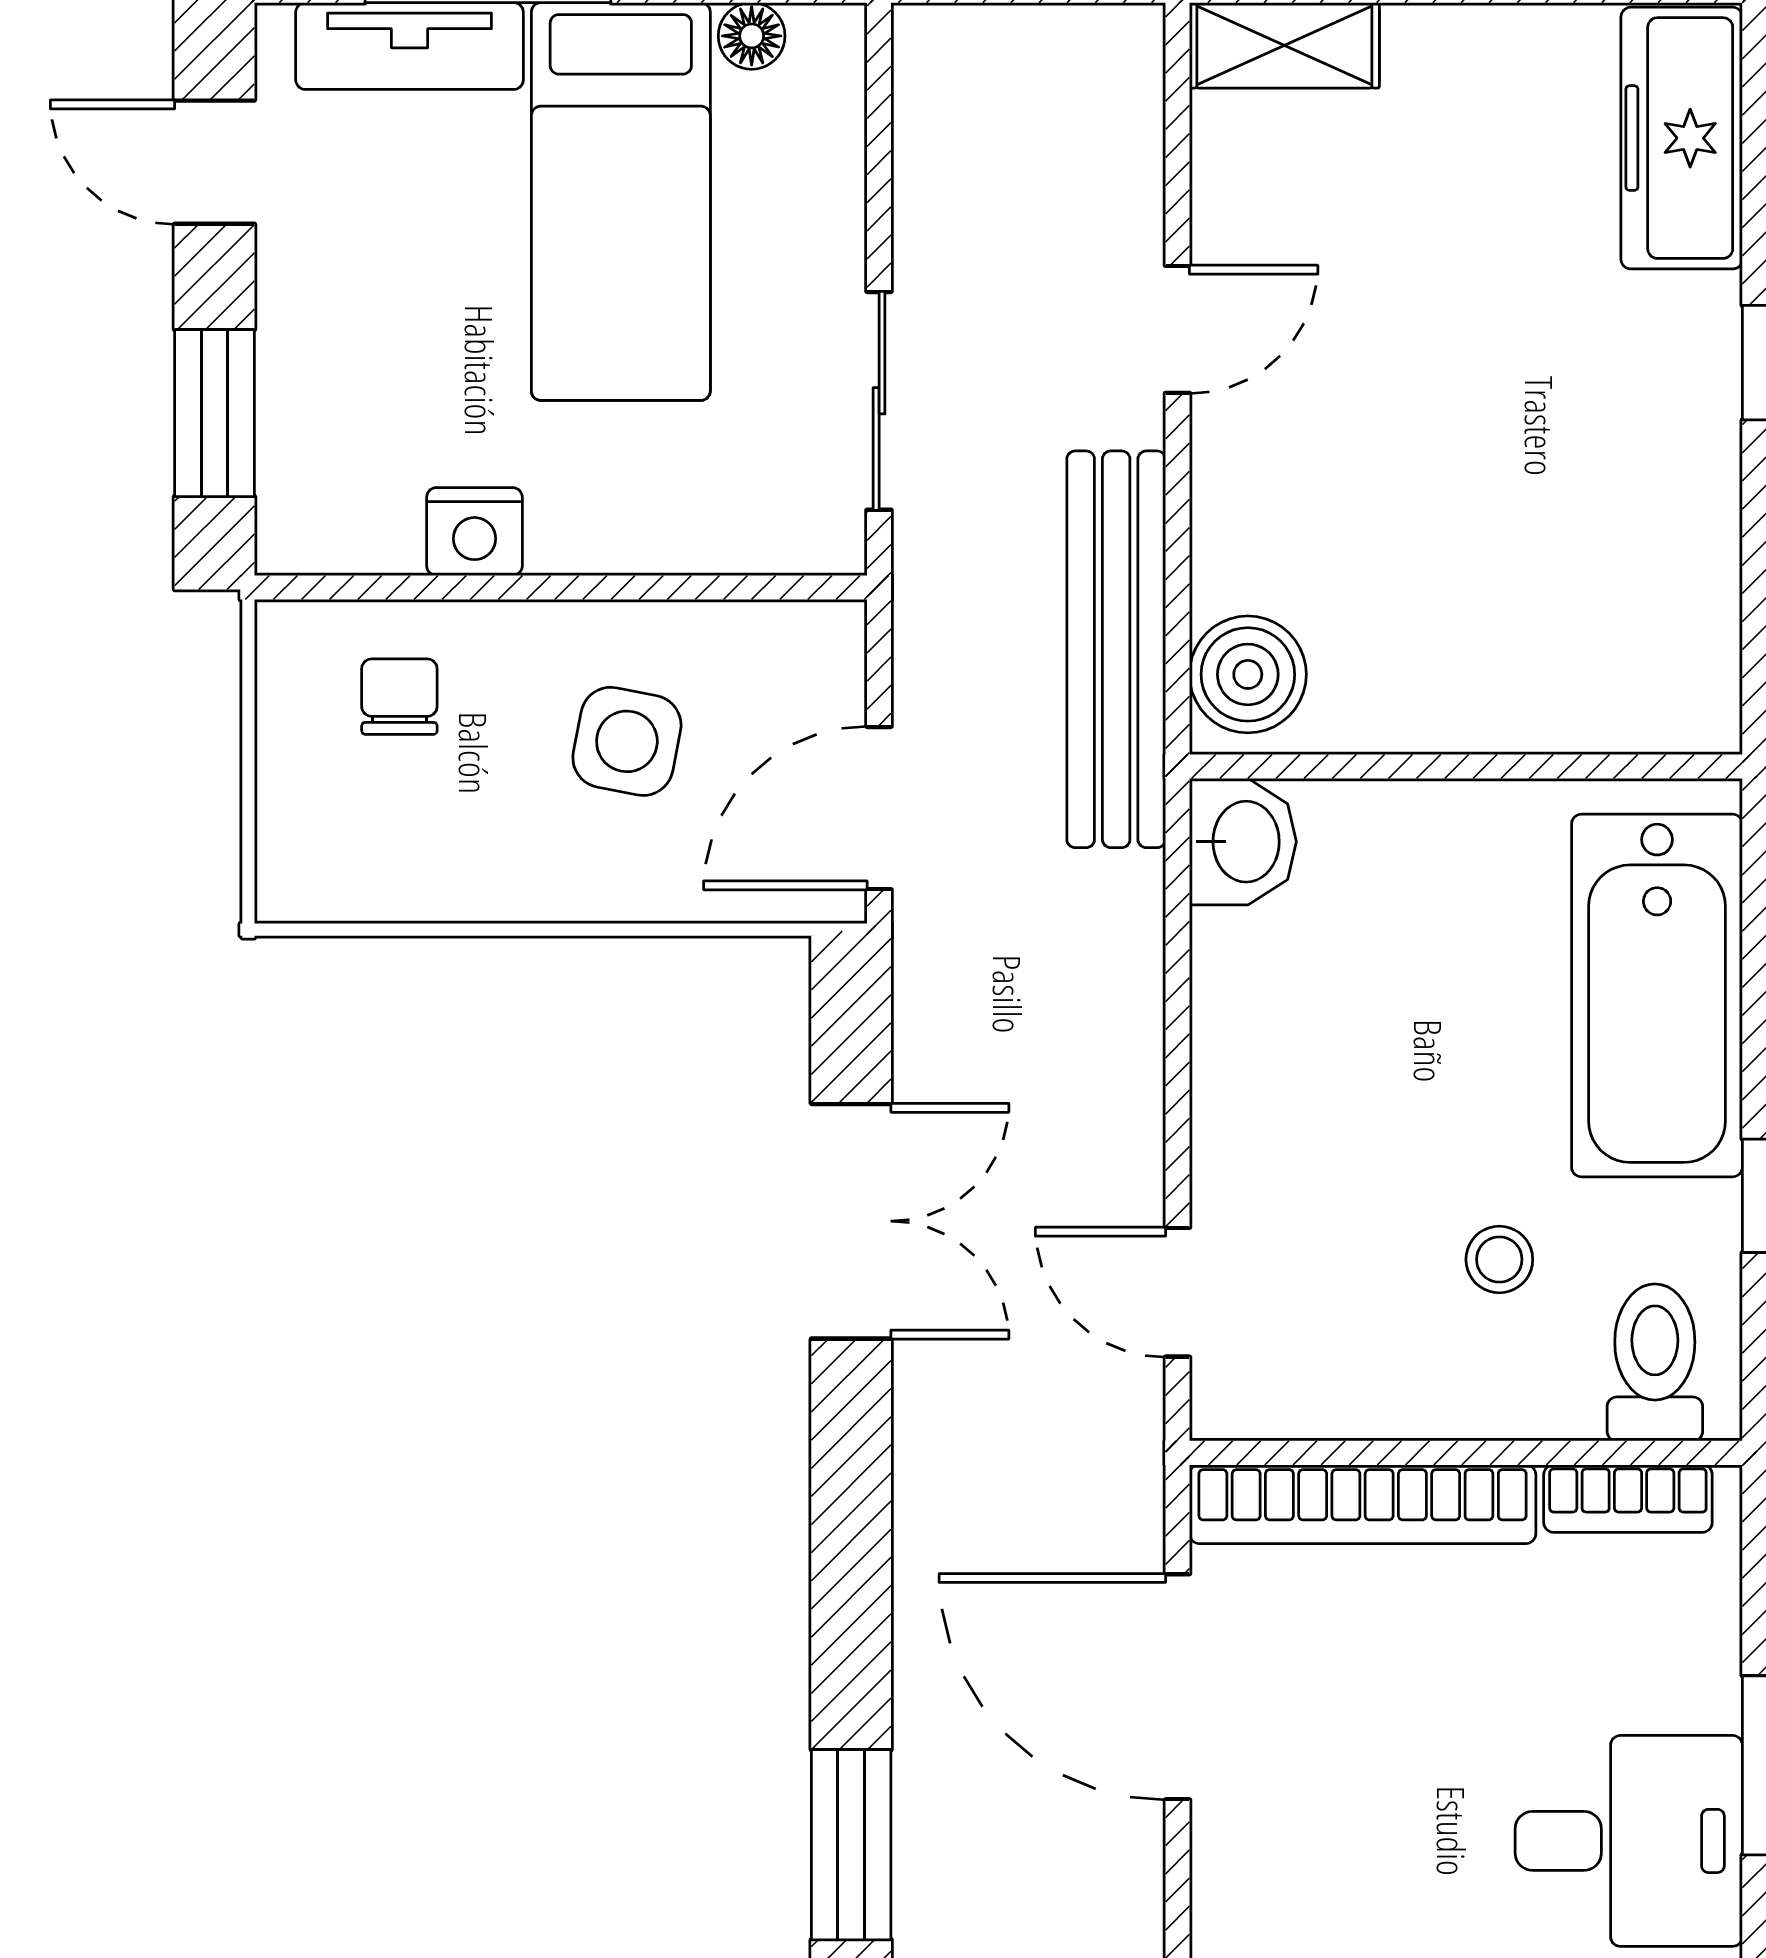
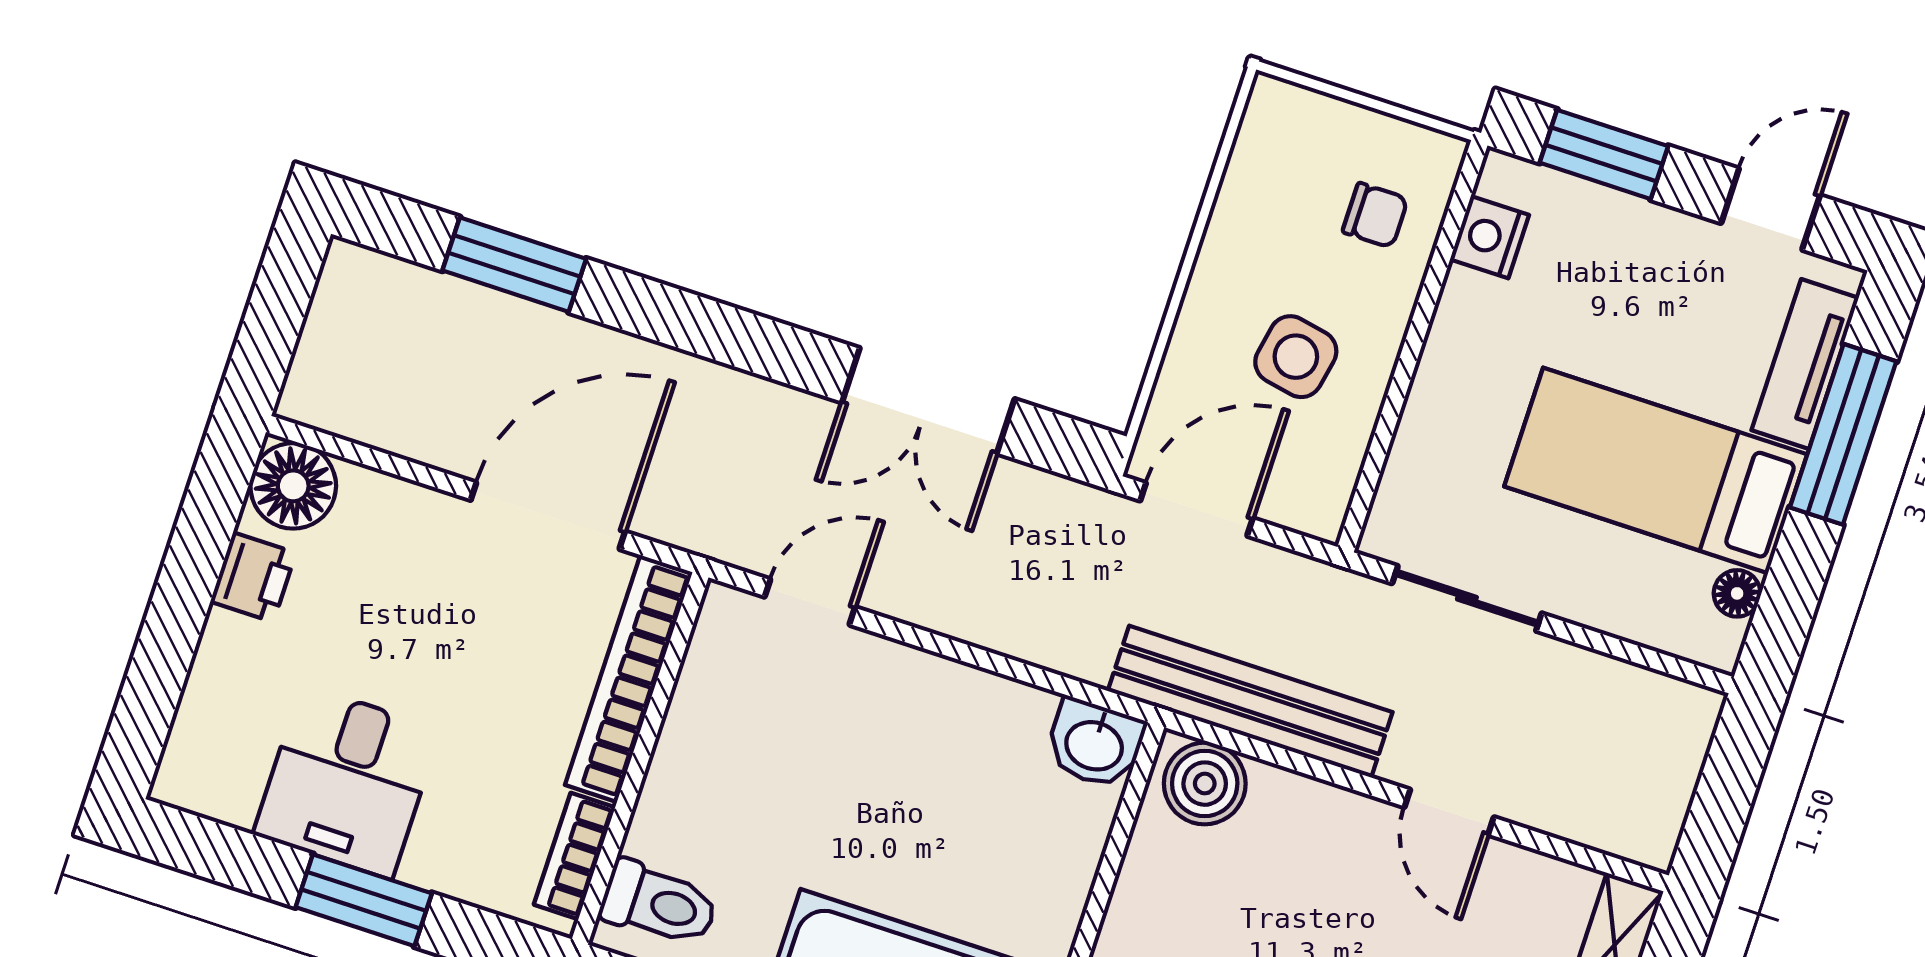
nightstand: (474, 532) -> (1490, 237), moved
door: (879, 808) -> (1197, 509), hinge flipped
stool: (1499, 1259) -> (761, 823), removed

